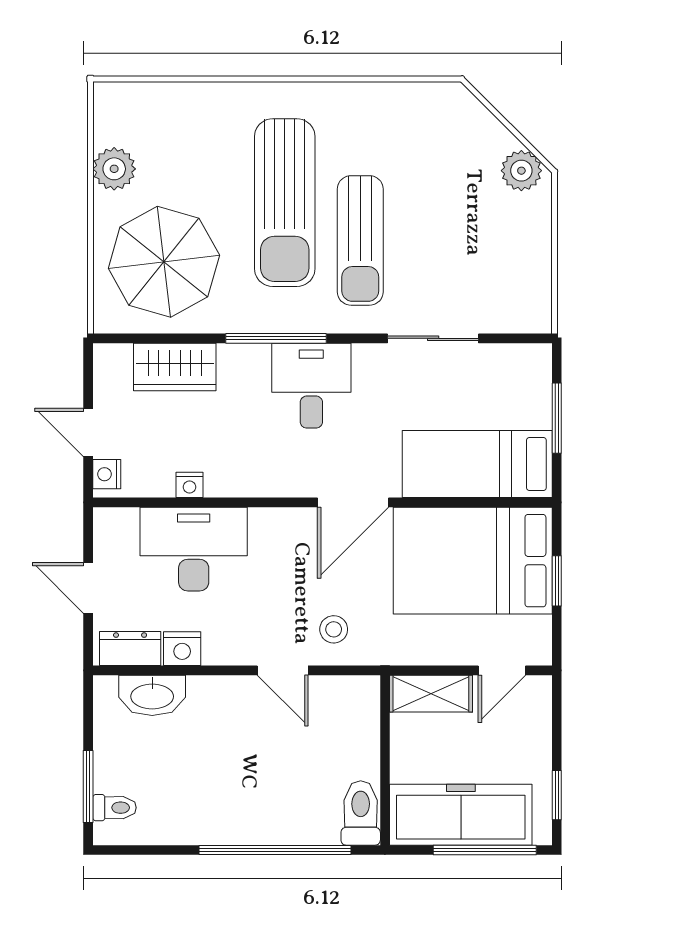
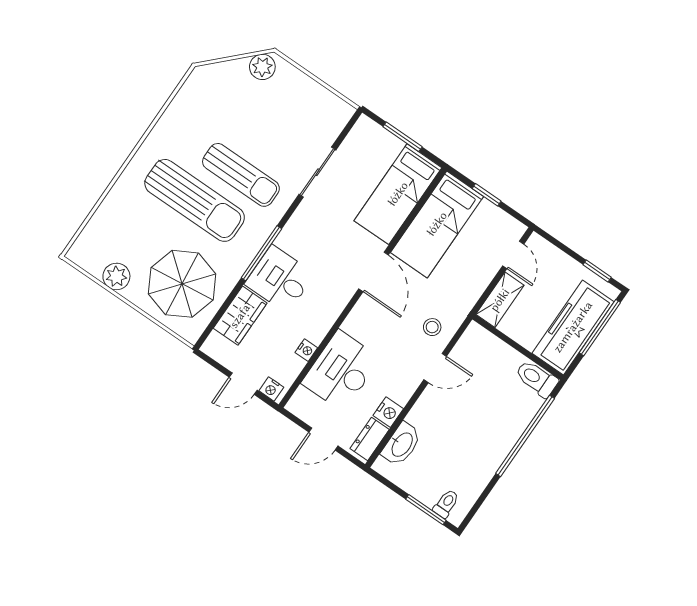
desk: (311, 386) -> (280, 279), moved
bed: (473, 561) -> (437, 224), width x0.67

